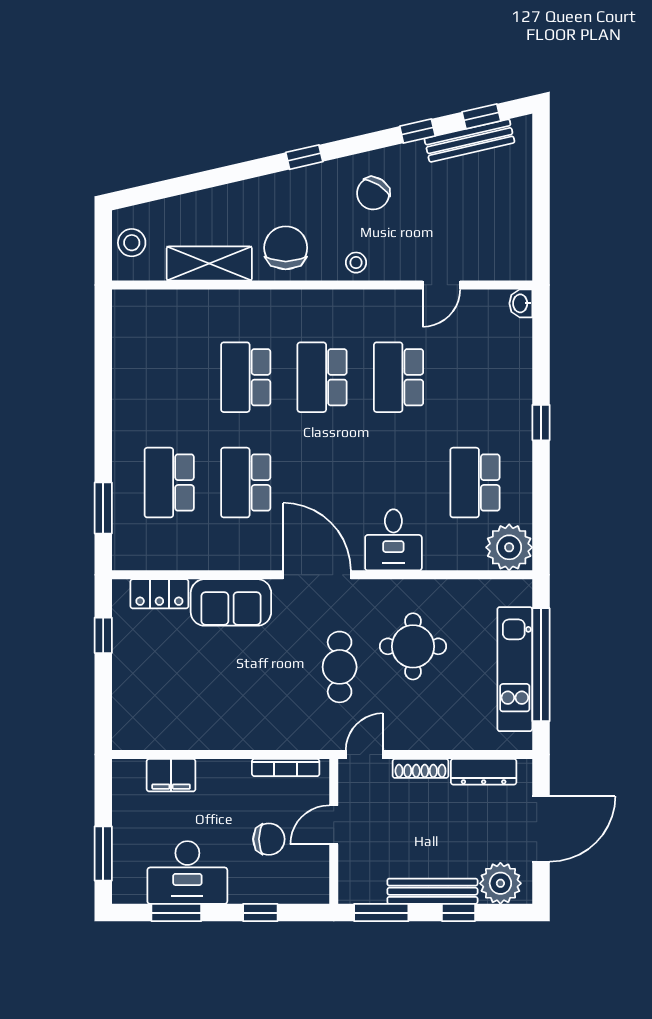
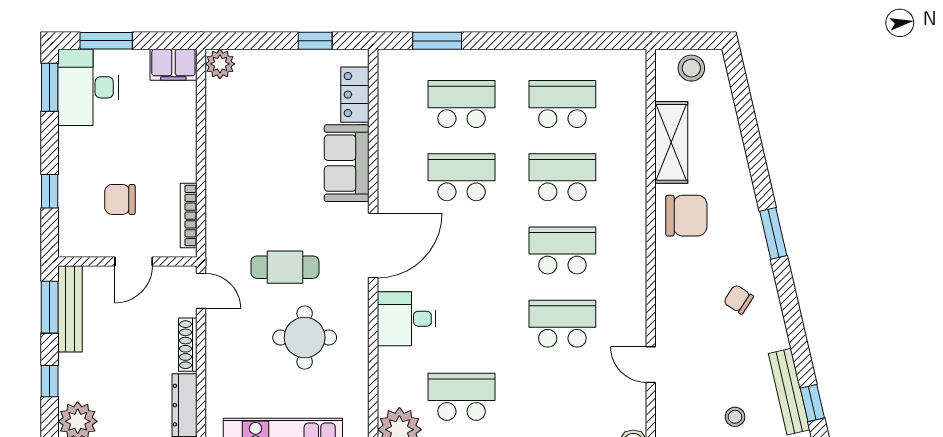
window: (417, 131) -> (798, 342), removed
window: (304, 157) -> (773, 233), width x1.50
chair: (373, 193) -> (739, 299), width x0.73, depth x0.73
stool: (356, 263) -> (735, 417), moved
school desk: (169, 377) -> (562, 104), added
plant: (127, 735) -> (220, 64), added
filing cabinet: (171, 775) -> (173, 65), moved, turned -90
door: (334, 825) -> (134, 262), swing flipped
chair: (269, 839) -> (120, 199), turned 90
desk: (187, 872) -> (88, 87), moved
bench: (432, 891) -> (70, 309), moved
window: (176, 913) -> (50, 87), moved

